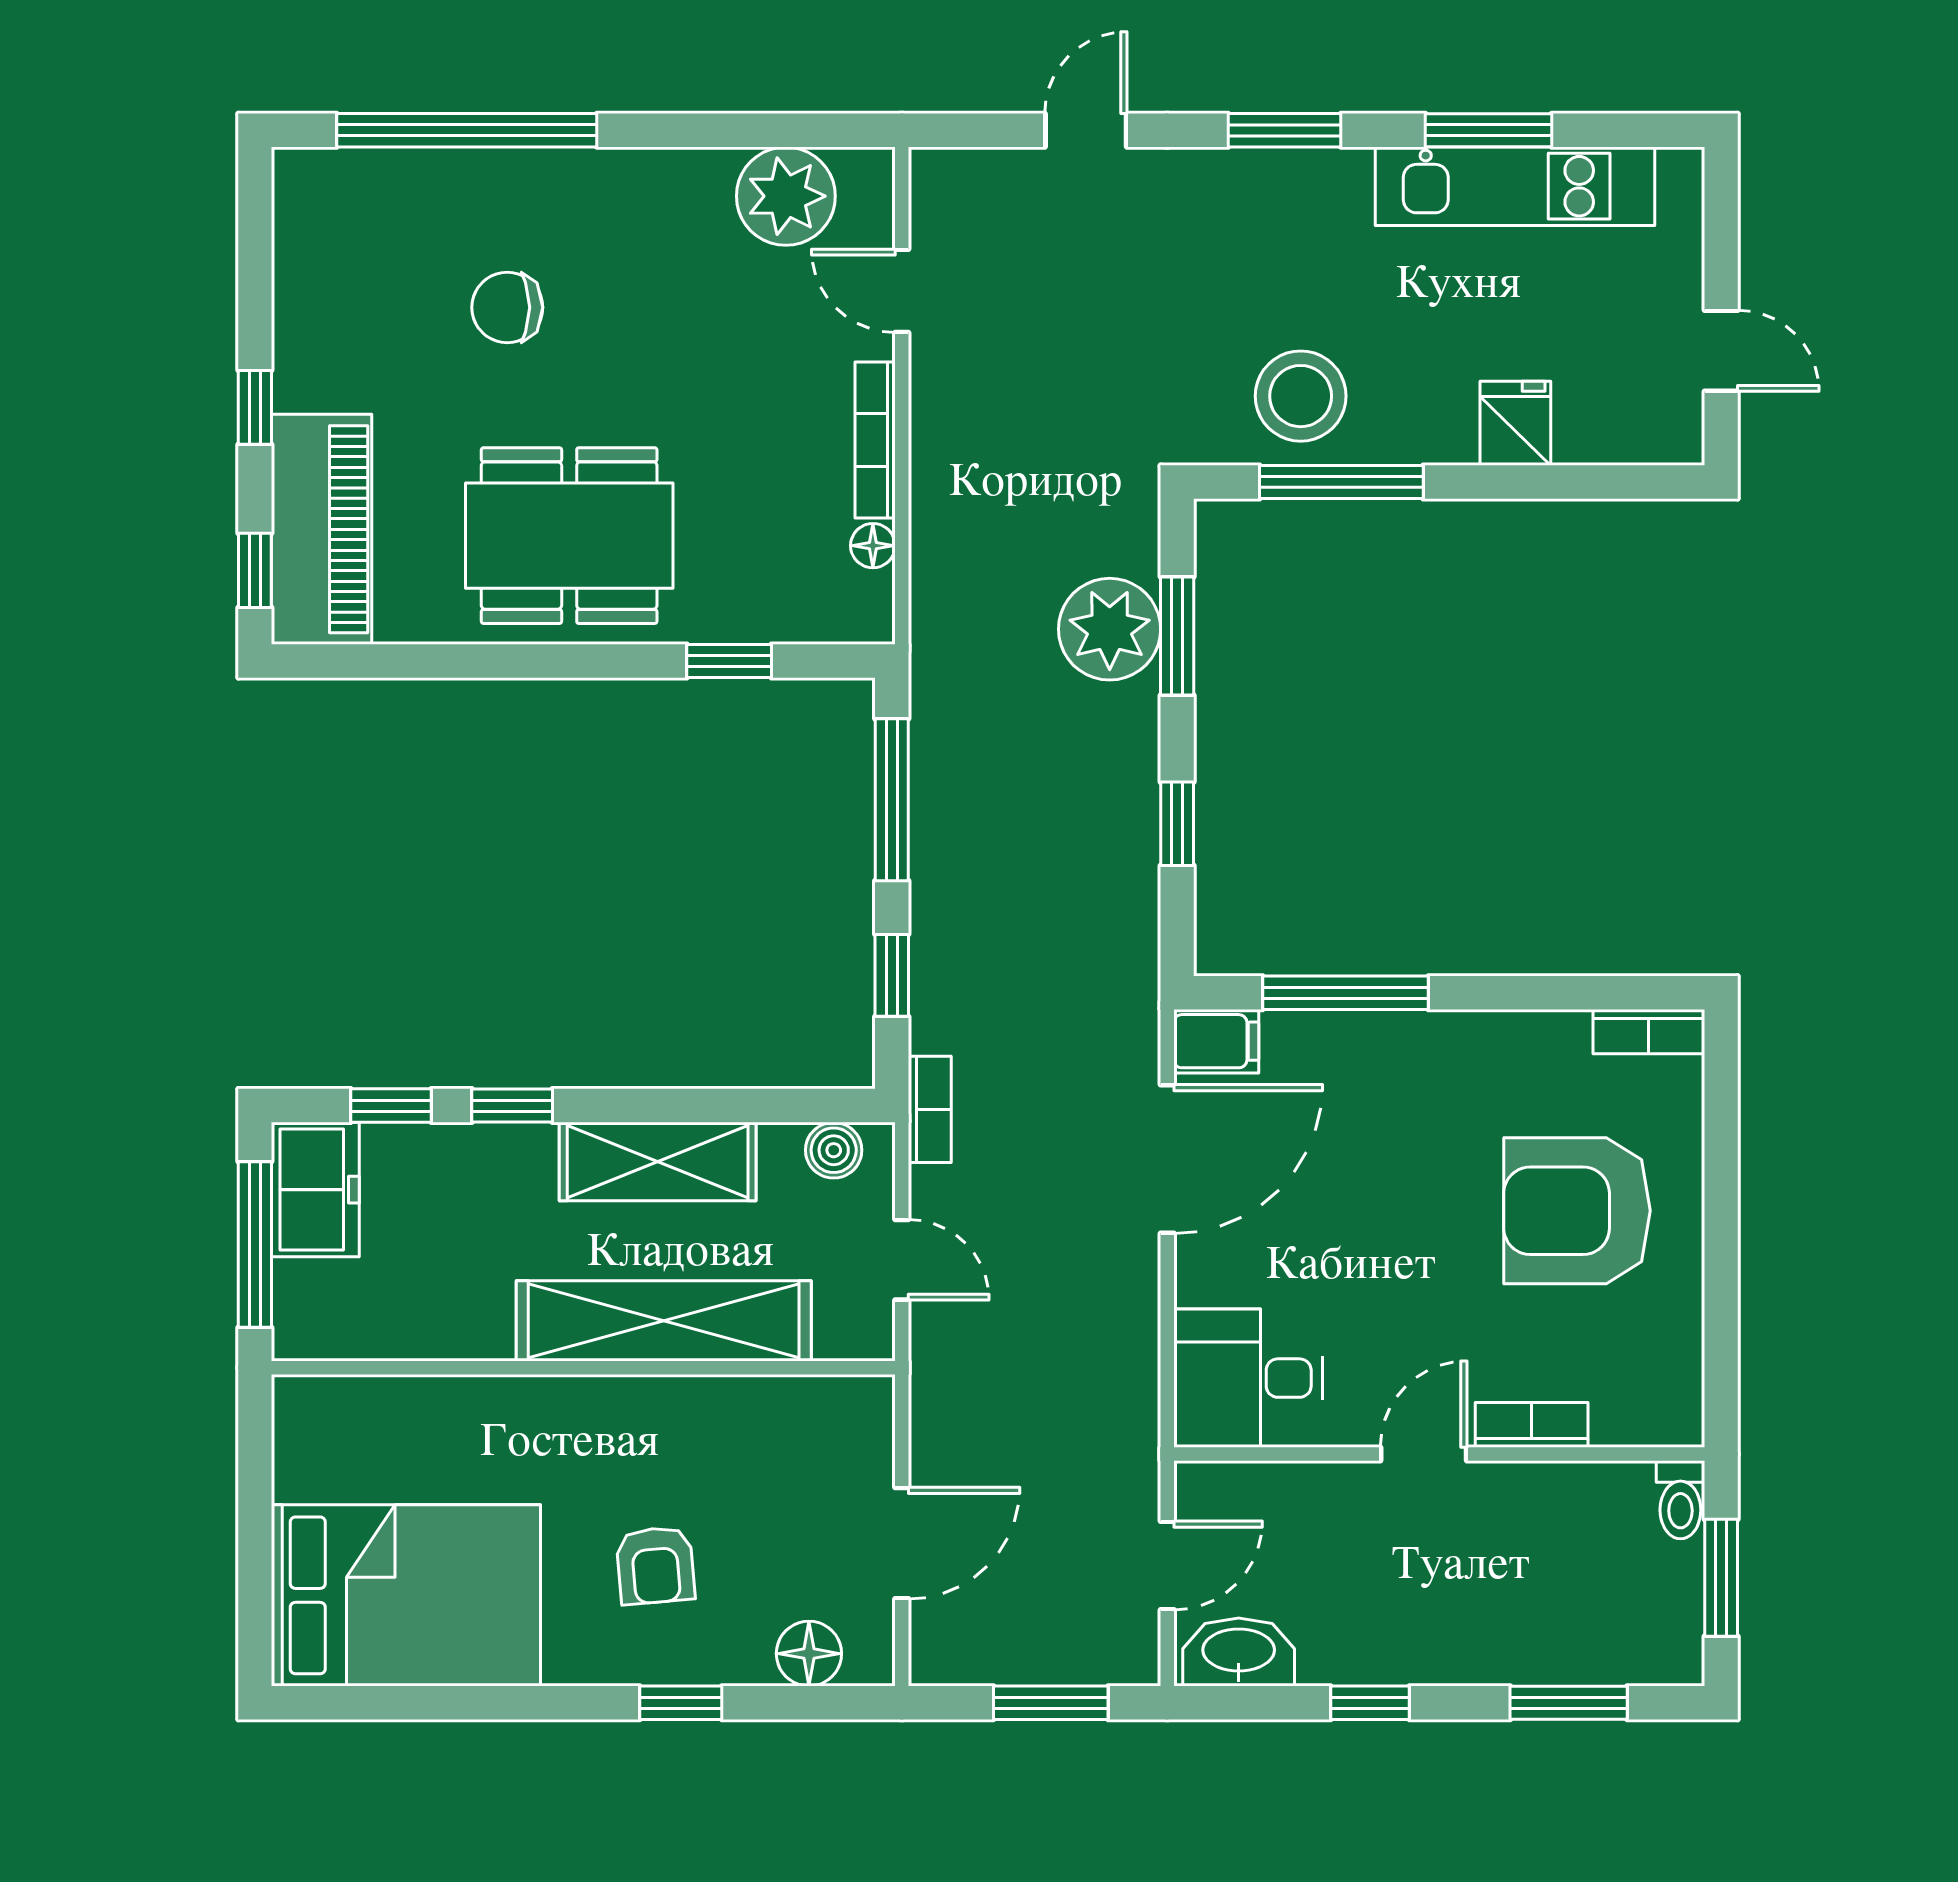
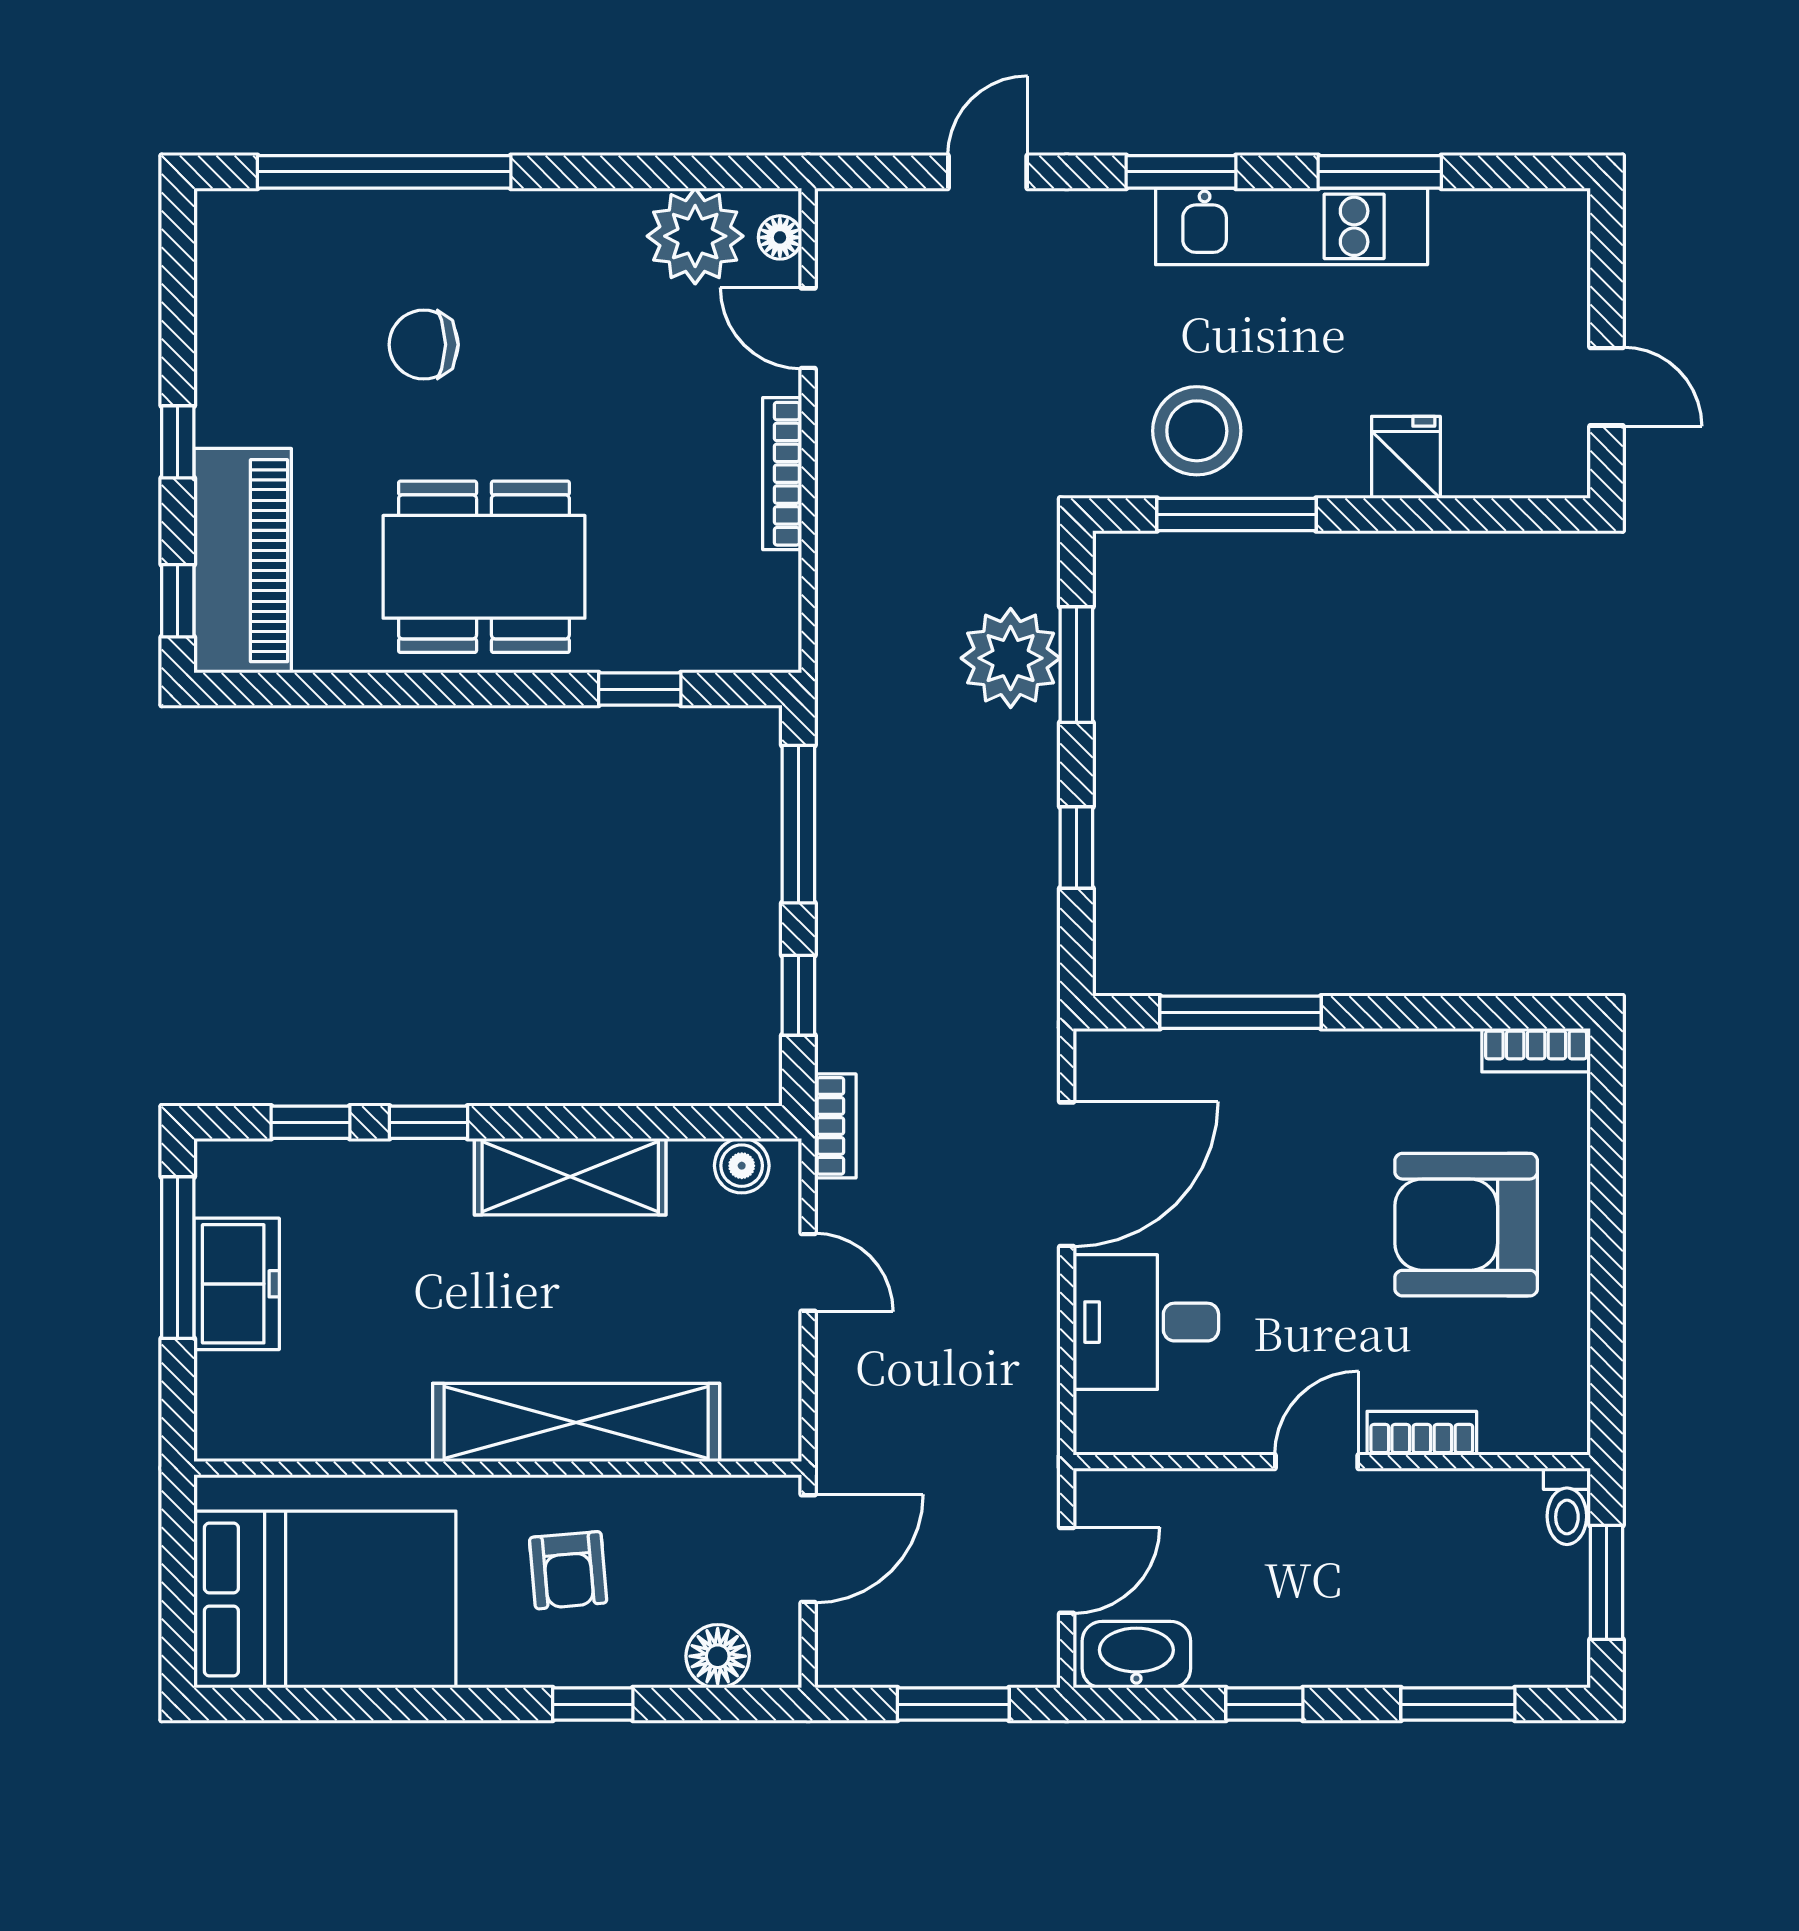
kitchen unit: (1515, 186) -> (1292, 226), moved
floor lamp: (873, 546) -> (780, 237), moved
filing cabinet: (1216, 1041) -> (1115, 1059), removed
freezer: (315, 1190) -> (237, 1284), moved
shelving: (664, 1321) -> (576, 1422), moved
wall: (583, 1368) -> (498, 1468), moved
desk: (1248, 1378) -> (1146, 1322), moved

